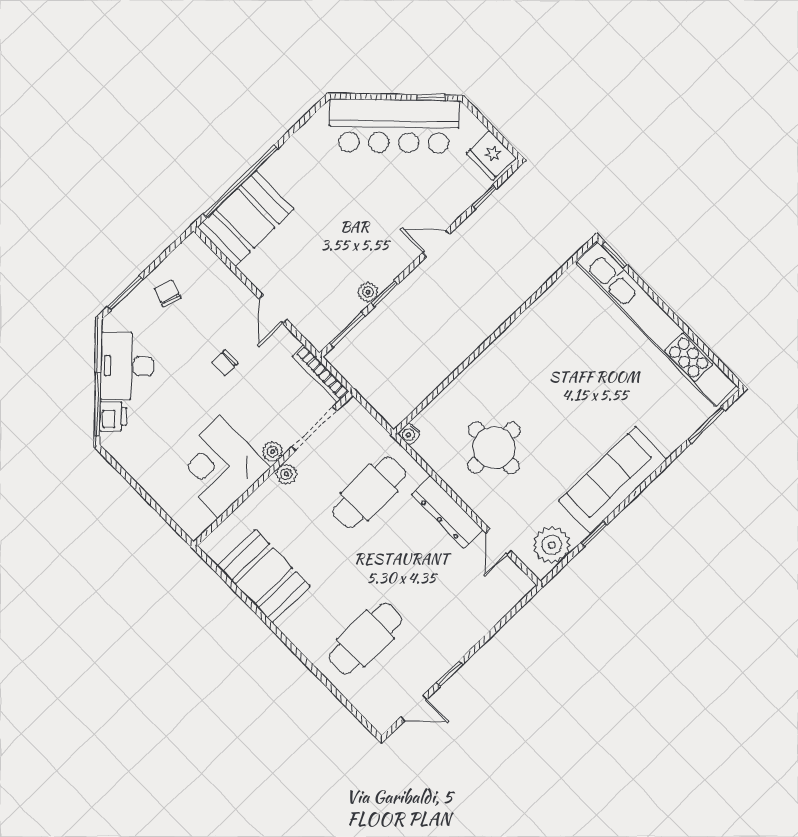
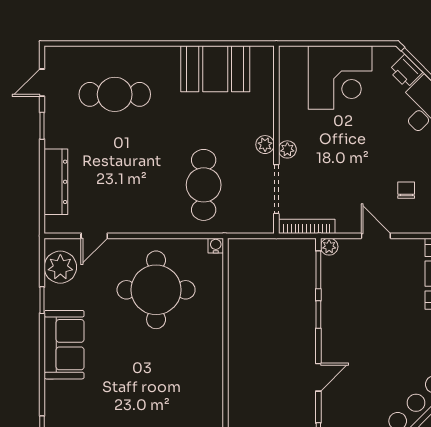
plant: (368, 292) -> (329, 247), moved
chair: (225, 363) -> (406, 190), moved
round table: (494, 448) -> (156, 290), width x1.36, depth x1.36
corner desk: (219, 467) -> (340, 78), moved, turned 90
sofa: (613, 480) -> (64, 345), width x0.73
dresser: (447, 512) -> (56, 182), moved, turned 90
door: (499, 542) -> (94, 236), swing flipped
cafe table: (365, 639) -> (115, 94), turned 90

